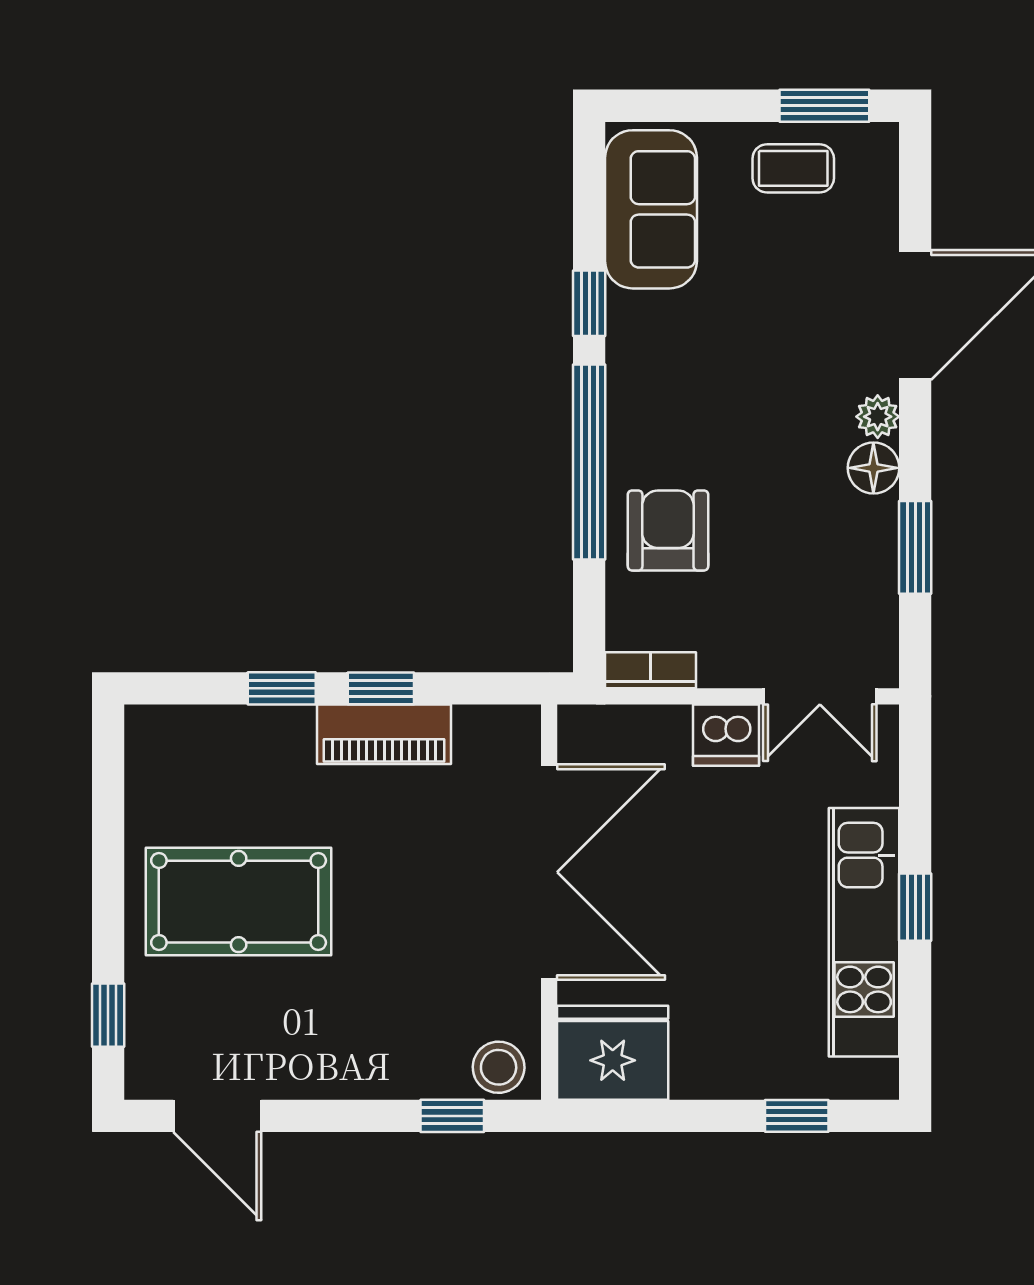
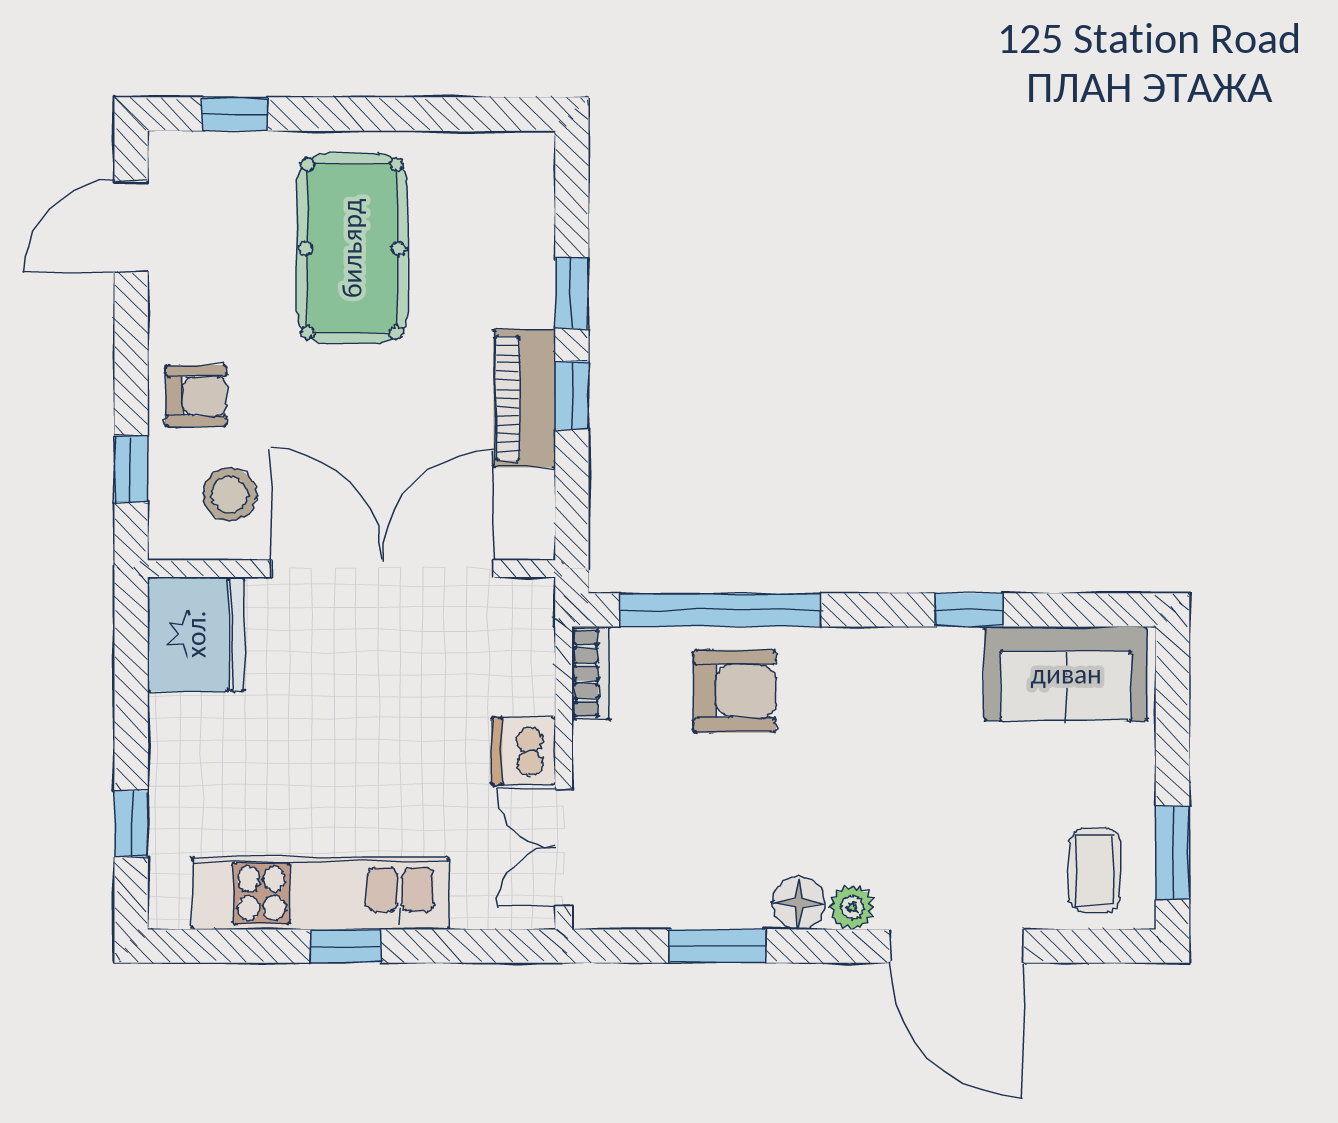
coffee table: (793, 168) -> (1095, 870), moved
window: (589, 462) -> (720, 610), moved
double door: (549, 872) -> (382, 569), swing flipped
armchair: (382, 1053) -> (196, 396), added
stool: (499, 1067) -> (229, 495), moved

